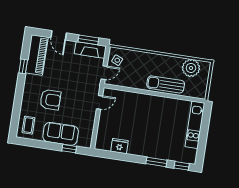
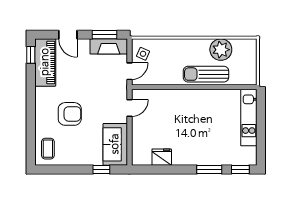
window: (23, 66) -> (31, 55), moved
plant: (191, 68) -> (221, 50), moved
sofa: (61, 134) -> (115, 144), moved, turned -90

